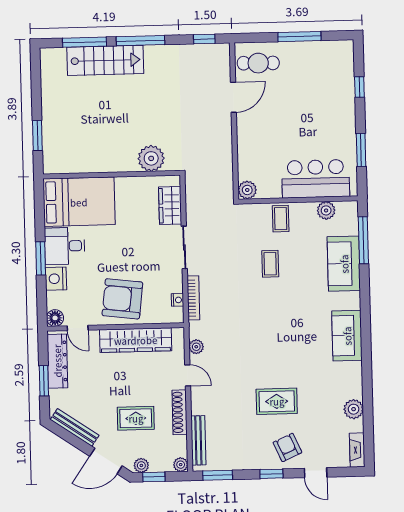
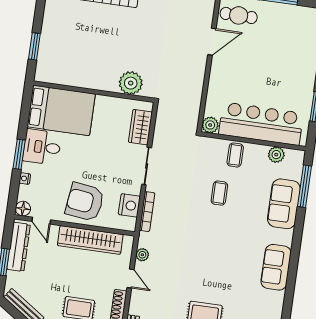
bar counter: (316, 179) -> (261, 124), width x1.36
nightstand: (56, 279) -> (25, 179), width x0.53, depth x0.56
nightstand: (177, 300) -> (129, 205), width x1.89, depth x1.79

